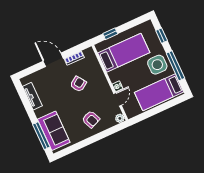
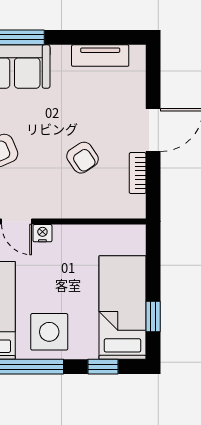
window: (110, 34) -> (153, 317), moved
bed: (124, 53) -> (122, 308), moved, turned 180

